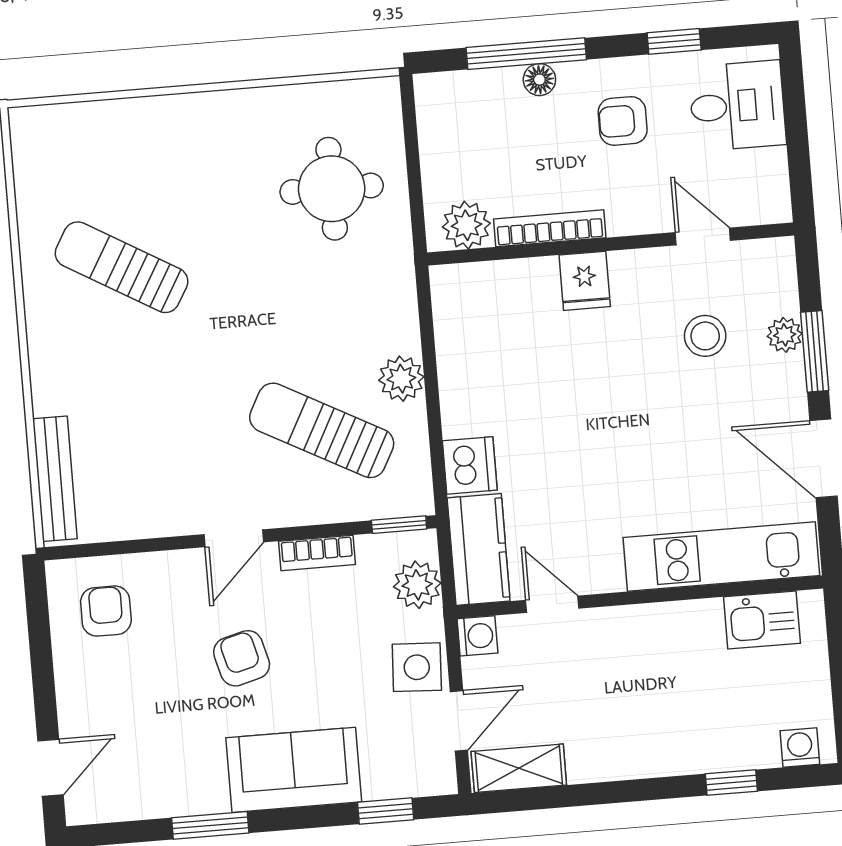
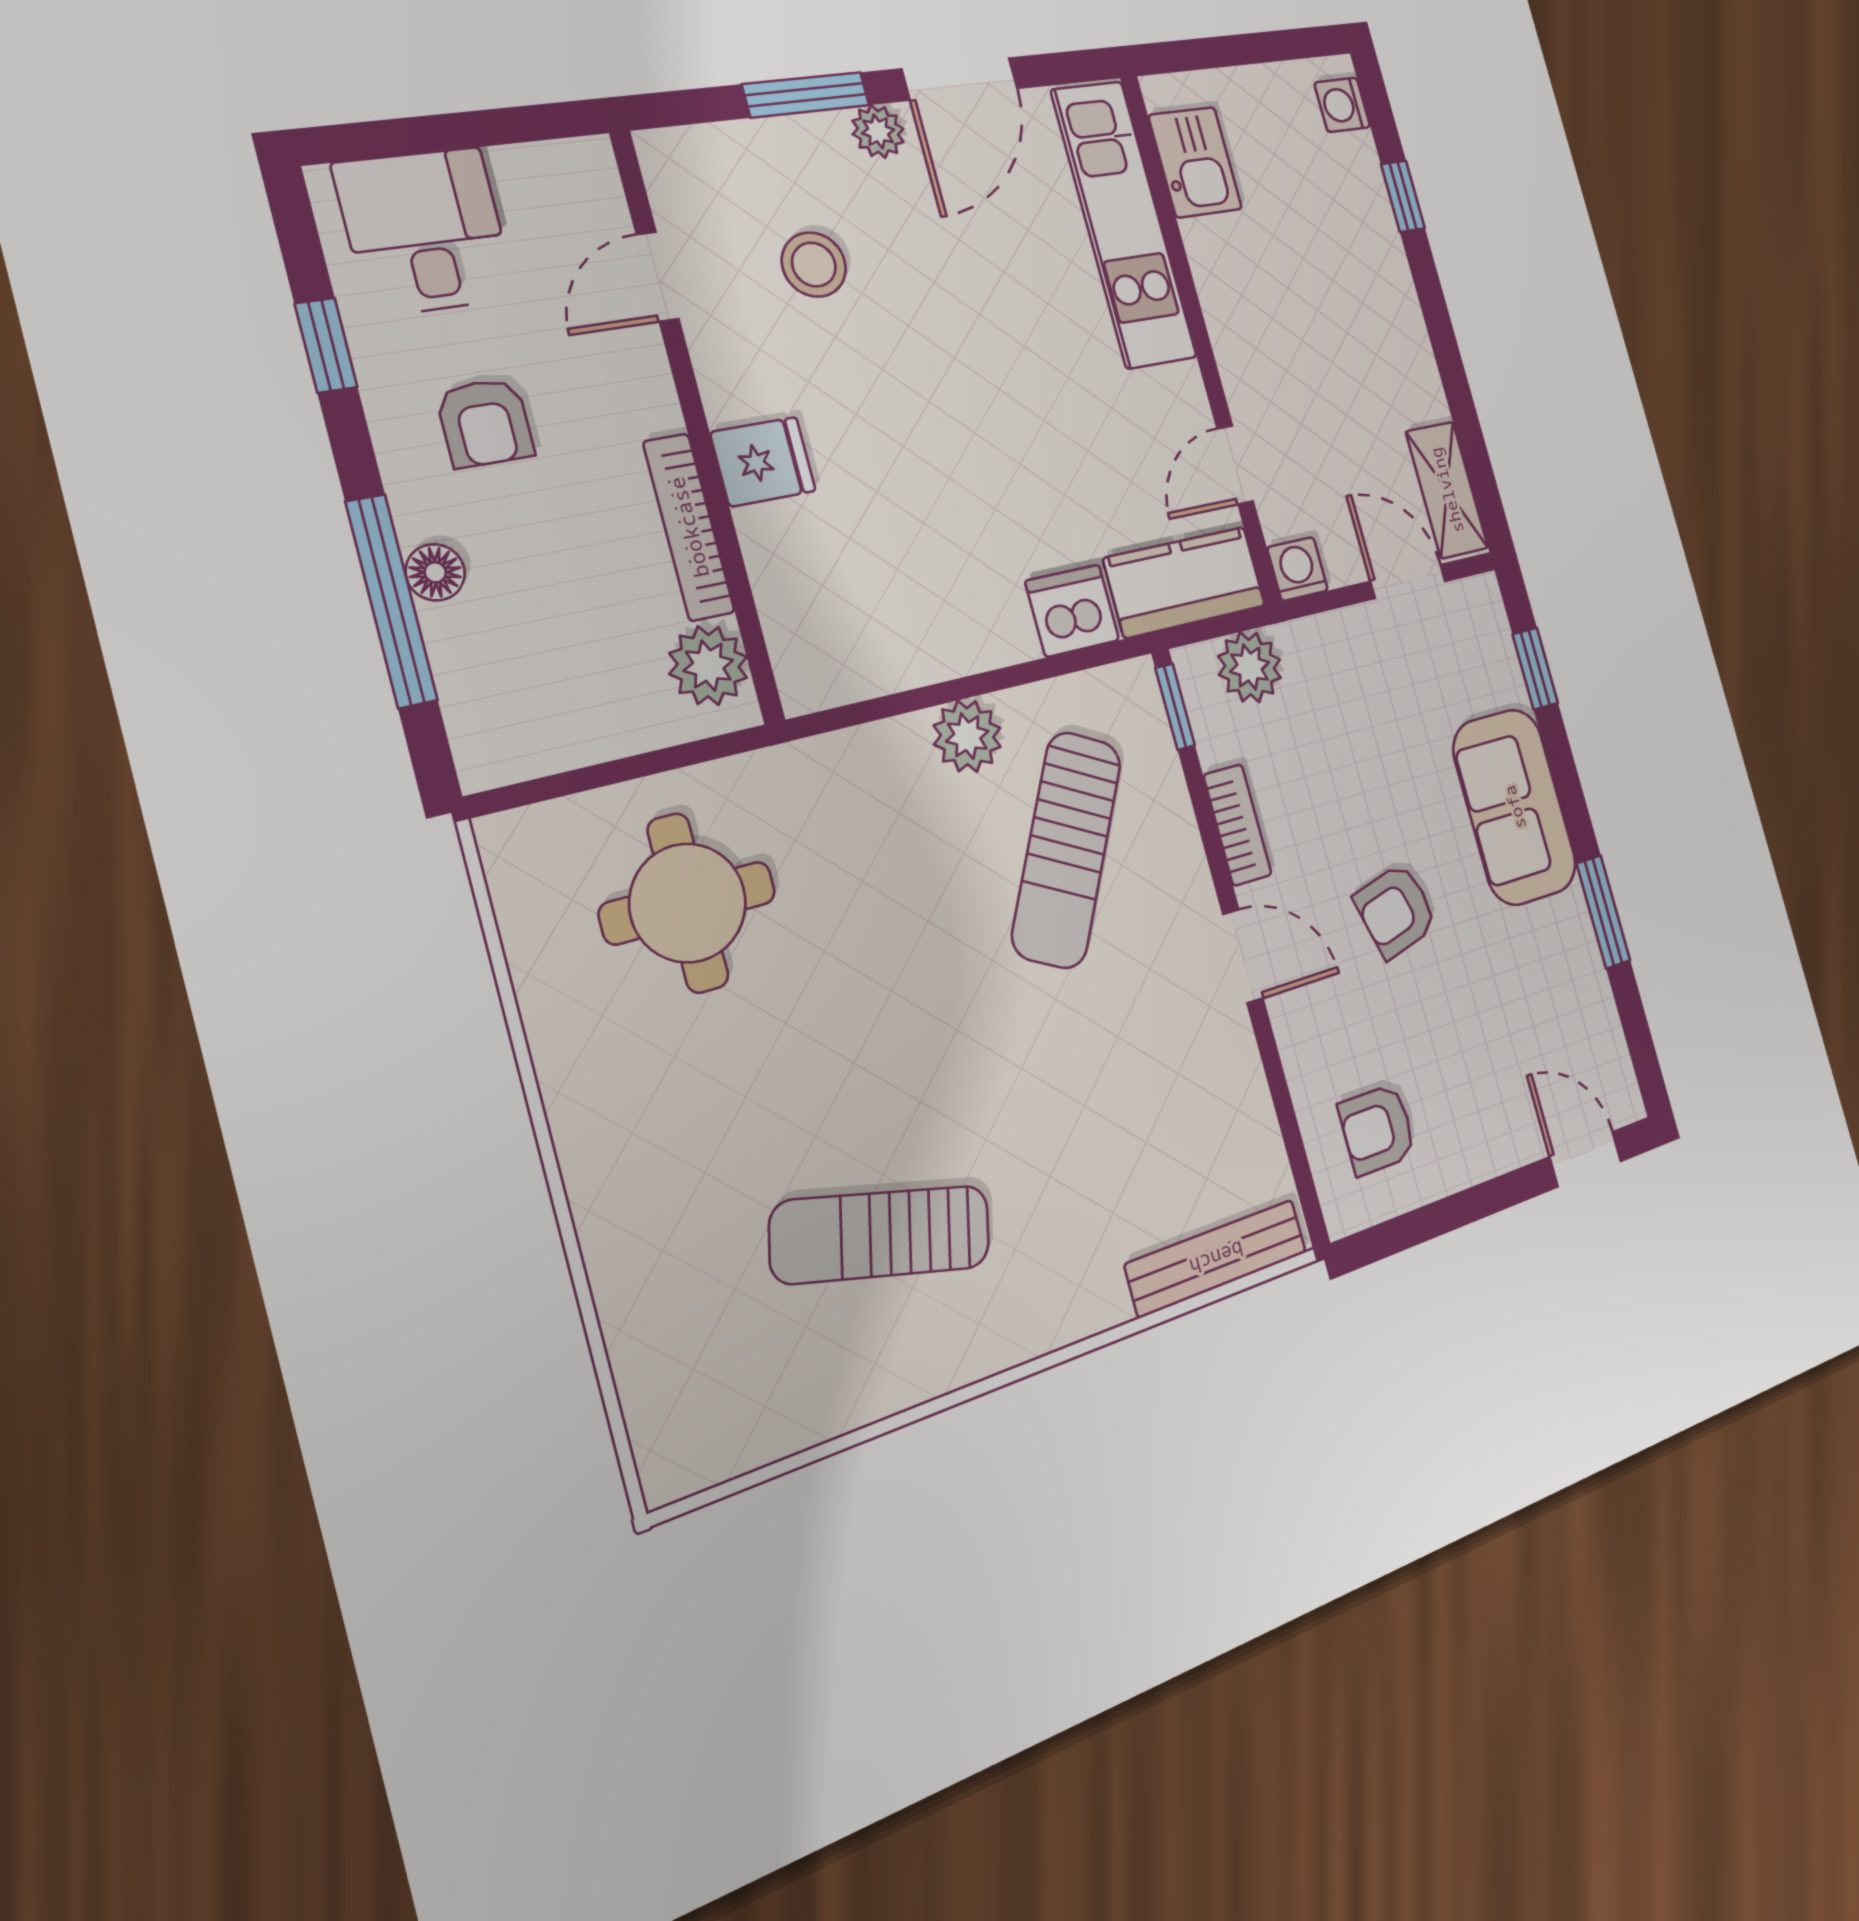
sun lounger: (122, 267) -> (881, 1234), turned 74
plant: (785, 335) -> (878, 131), moved
side table: (417, 667) -> (1355, 652), removed

